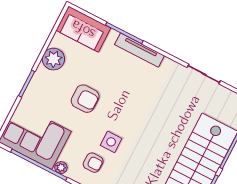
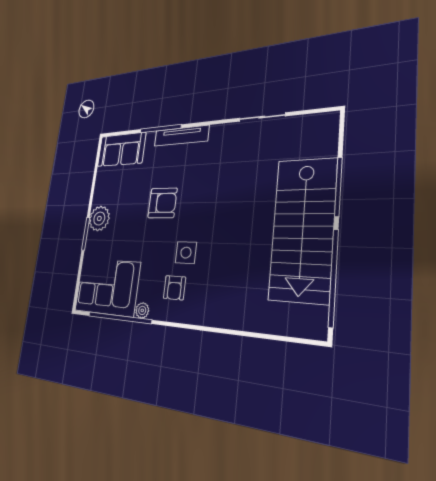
plant: (53, 59) -> (99, 219), moved
armchair: (85, 99) -> (162, 203), moved
armchair: (93, 163) -> (174, 288), turned 90

